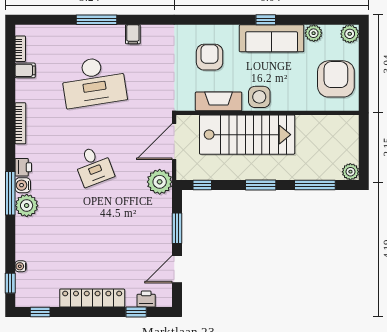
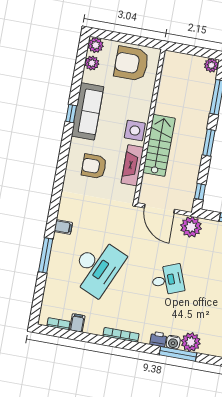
plant: (314, 33) -> (92, 63), moved
desk: (94, 82) -> (97, 267), turned 33
stairs: (247, 135) -> (159, 145), width x0.73, depth x0.66

